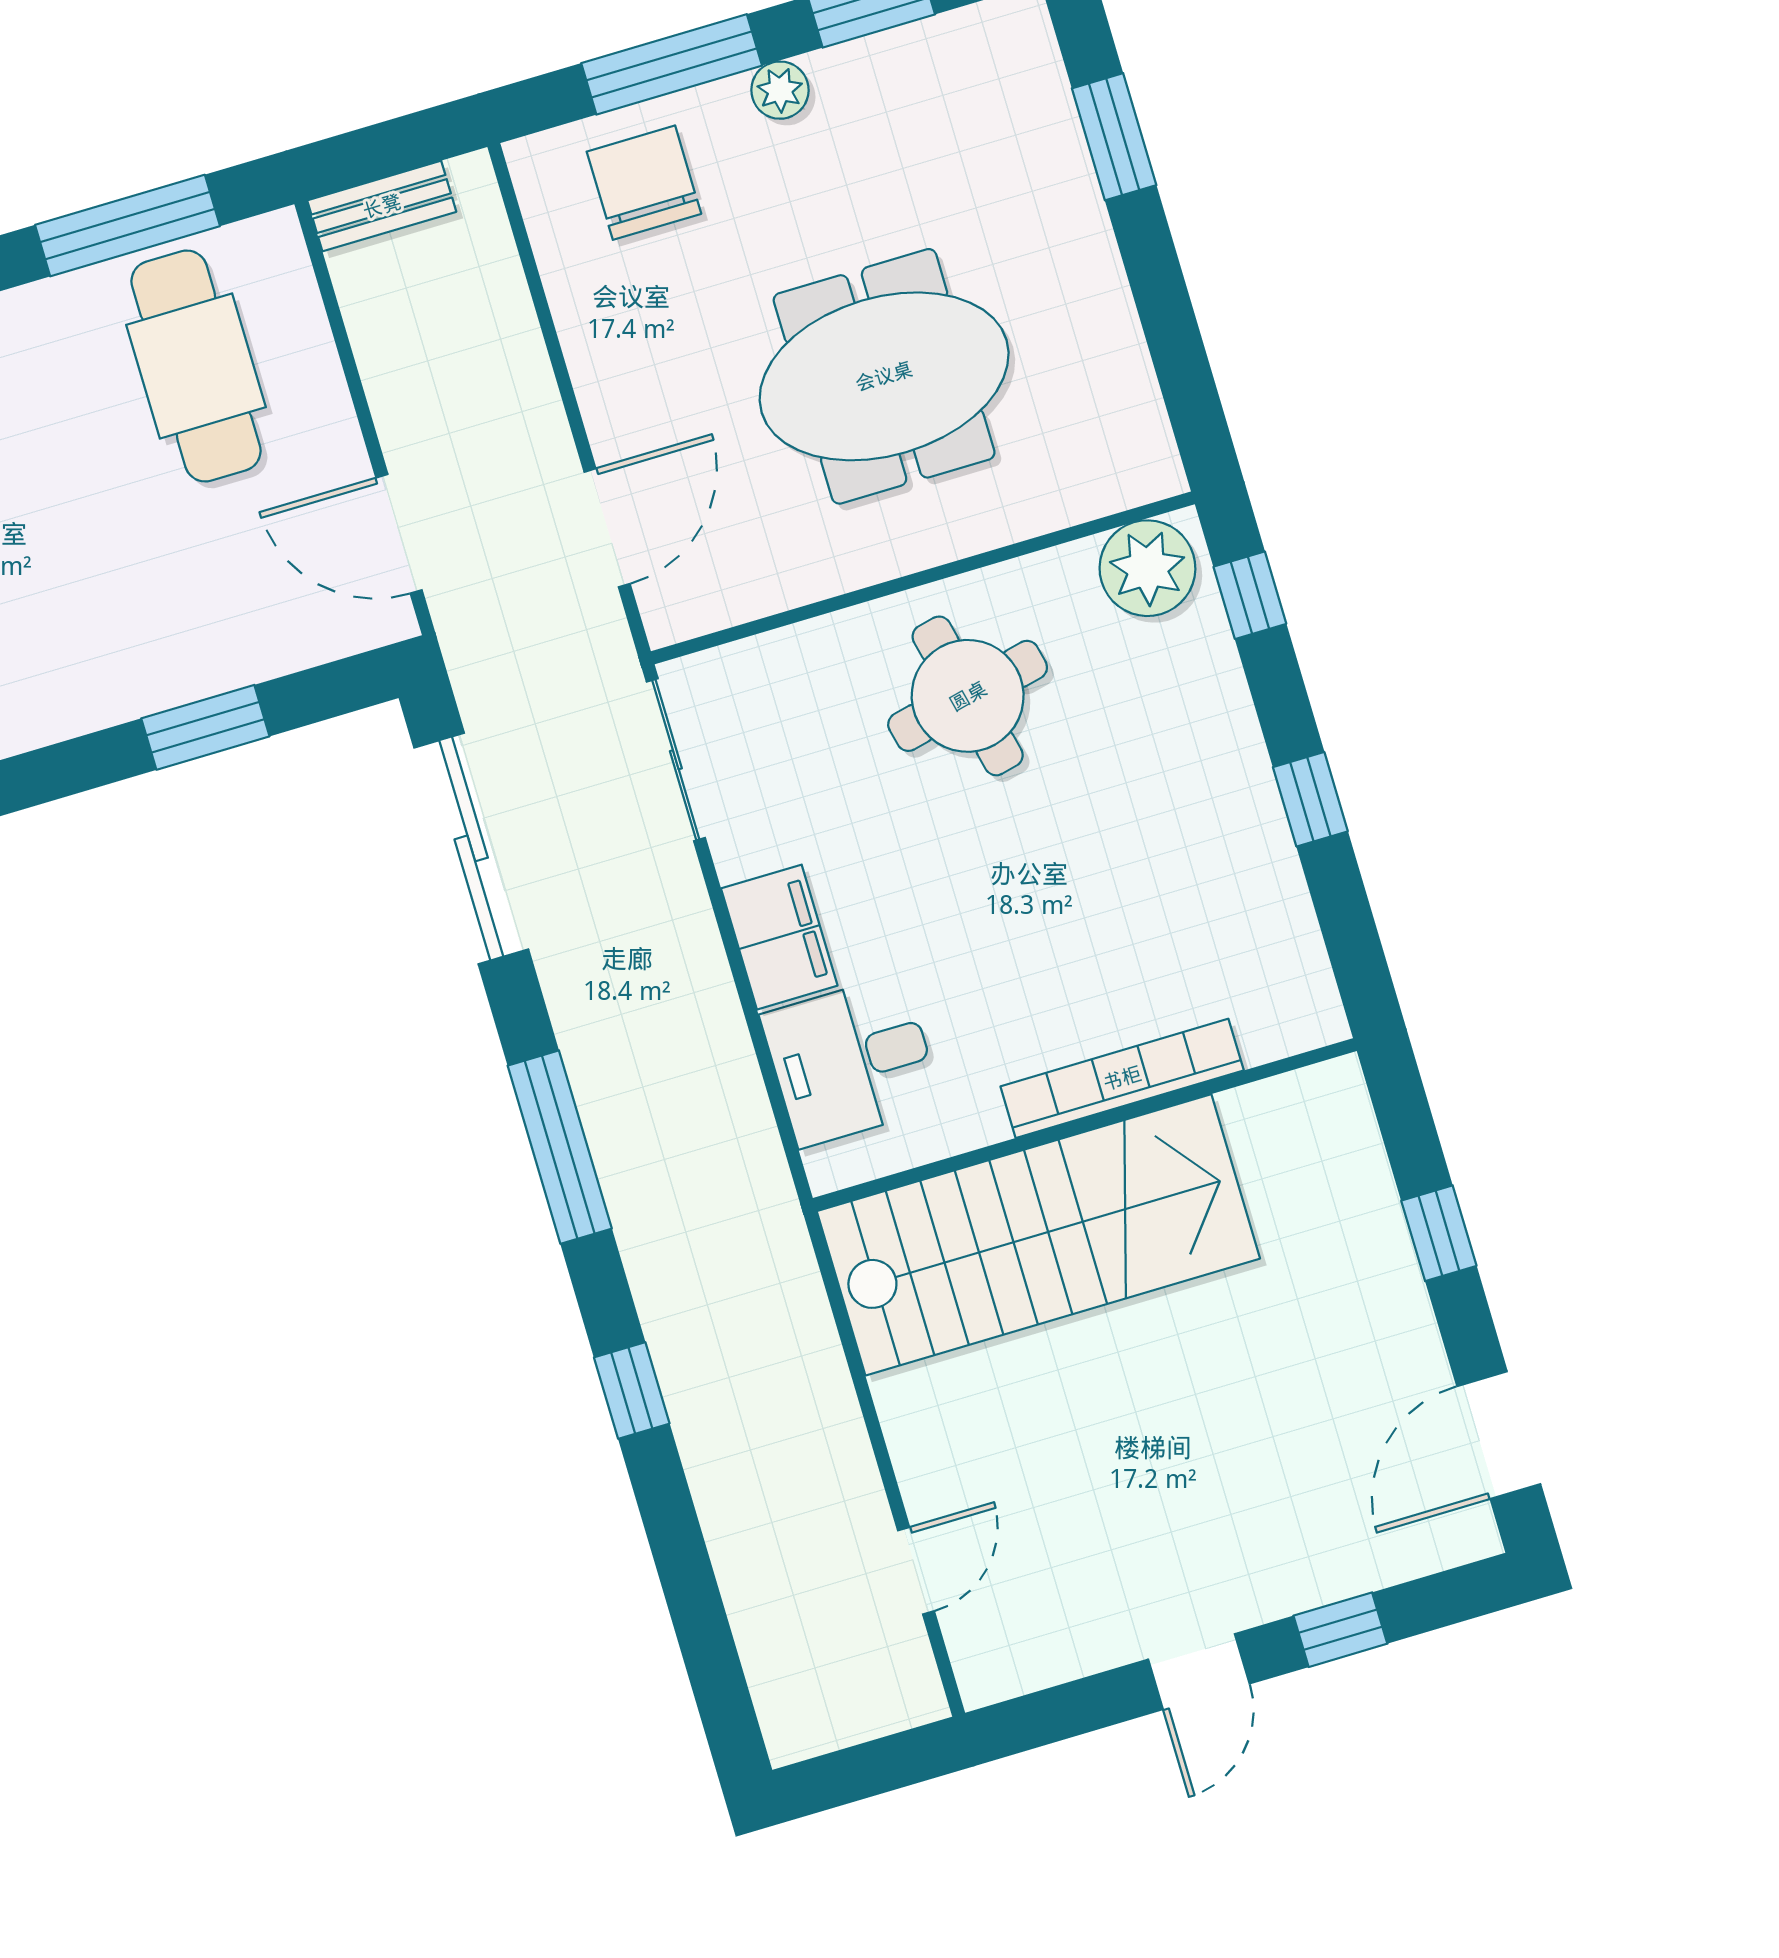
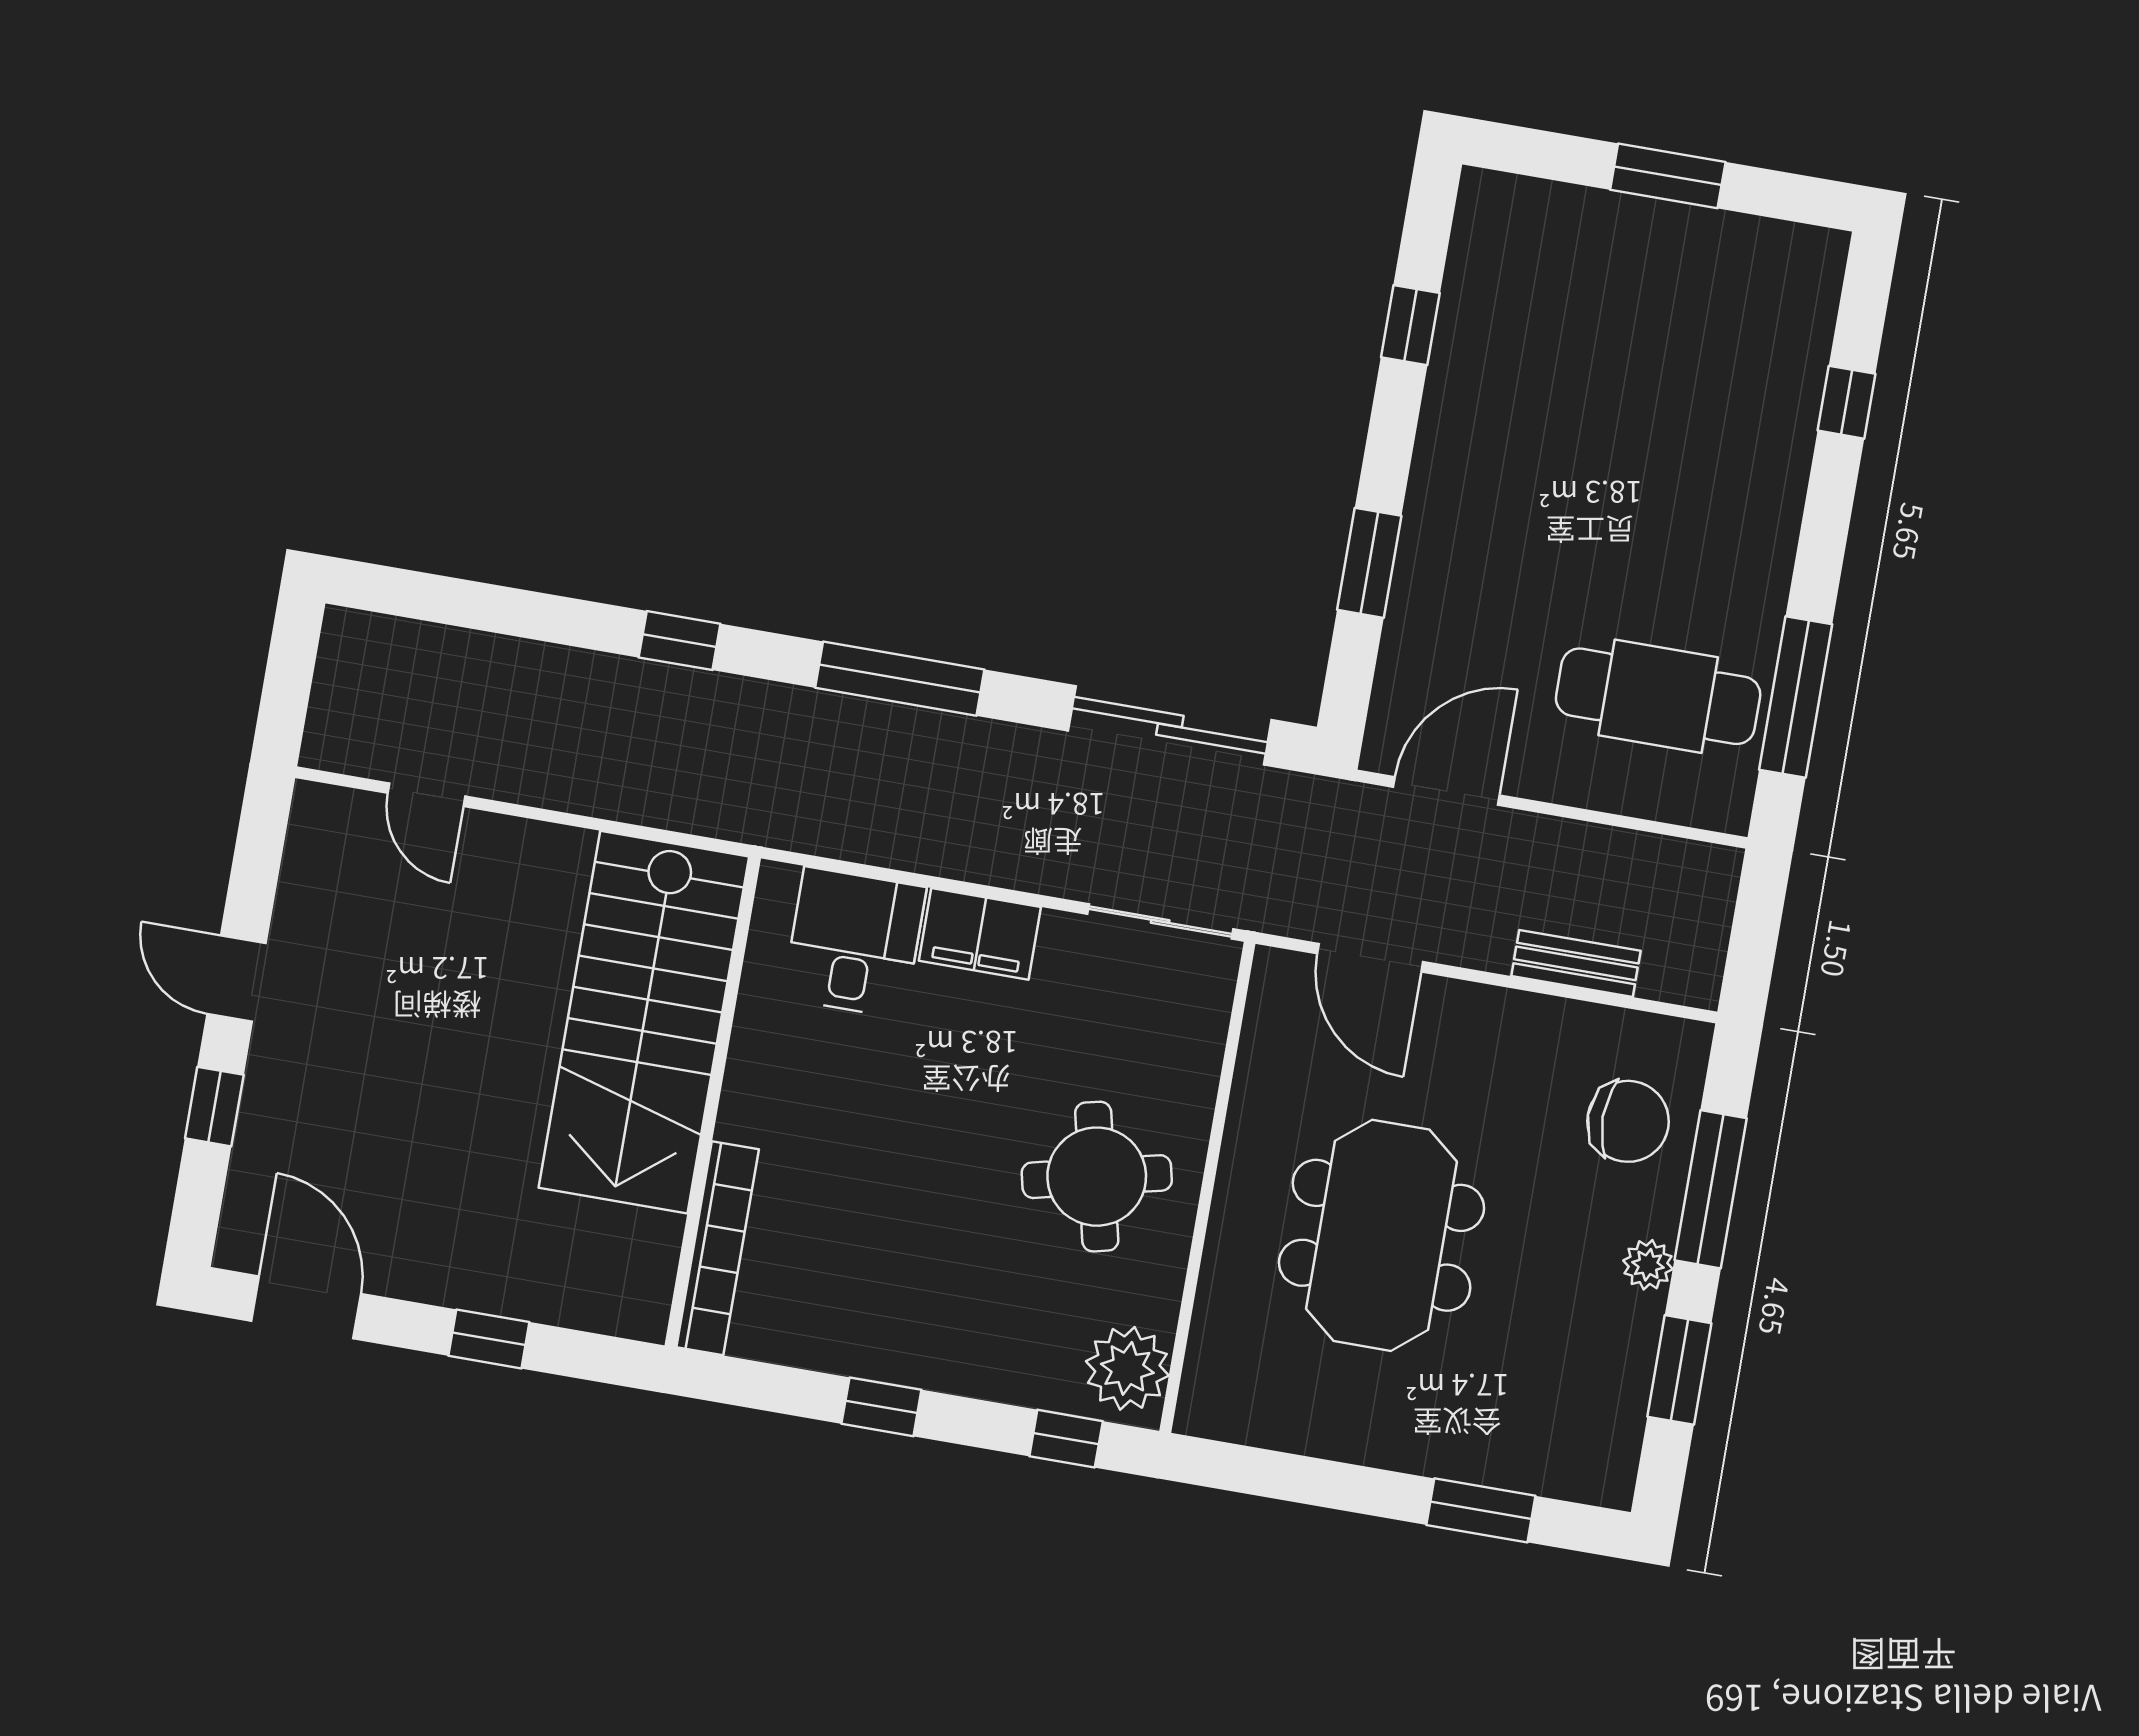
bench: (382, 206) -> (1576, 963), moved, turned 90
bookcase: (1122, 1078) -> (718, 1248), moved

